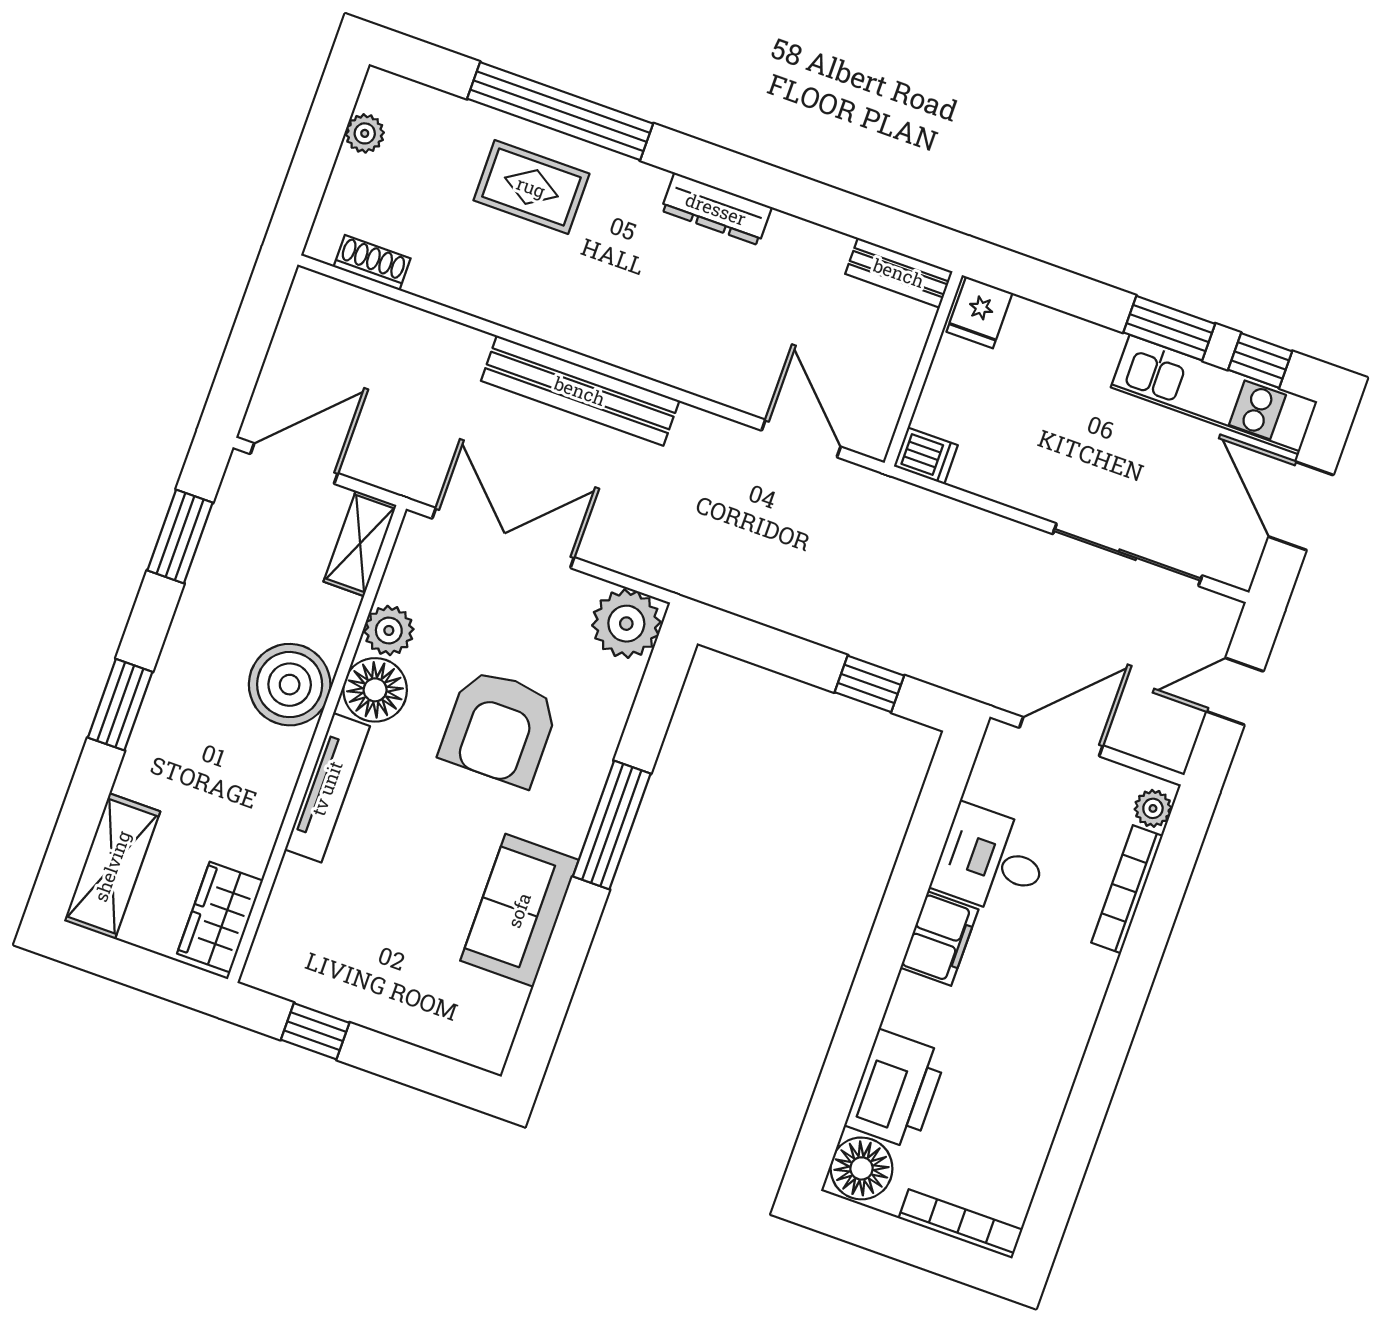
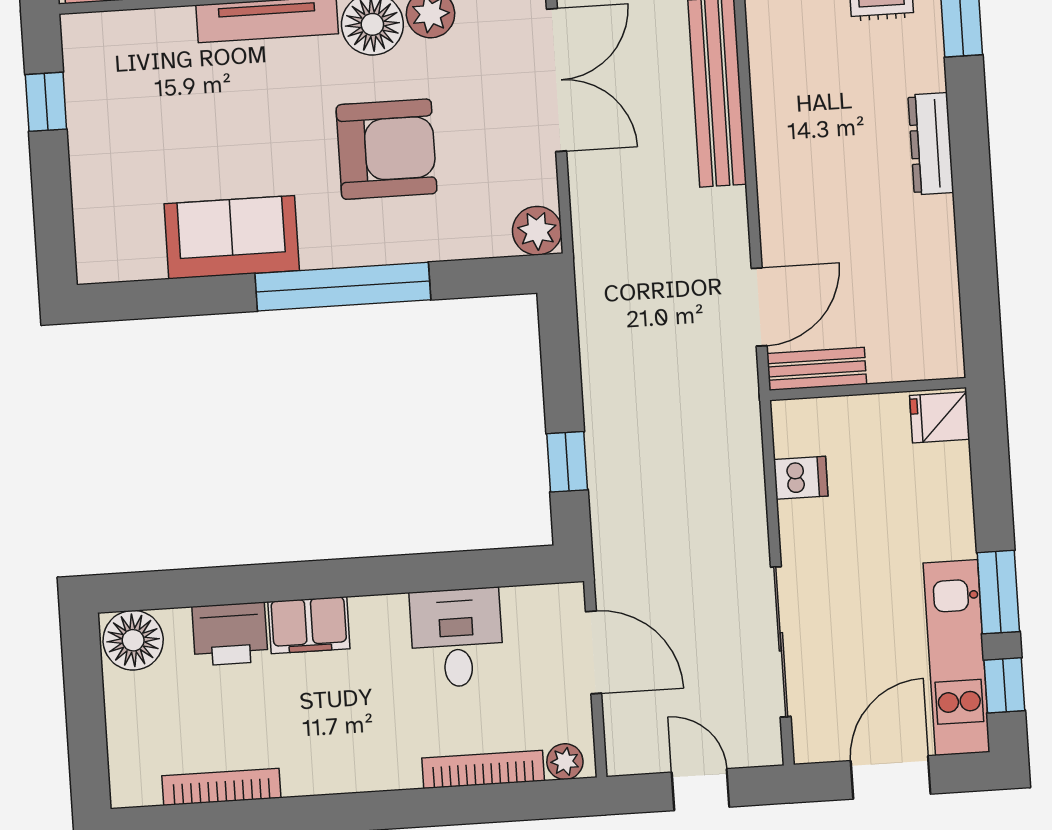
bench: (899, 273) -> (817, 369), moved, turned 90
dishwasher: (926, 456) -> (801, 478), moved, turned -90
plant: (626, 624) -> (537, 231), width x0.73, depth x0.73
armchair: (499, 728) -> (386, 149), turned 180
window: (612, 825) -> (343, 287), width x1.46
filing cabinet: (939, 938) -> (309, 625), moved
printer: (896, 1089) -> (230, 634), width x0.73, depth x0.84
bookcase: (960, 1224) -> (221, 787), moved, turned -90

